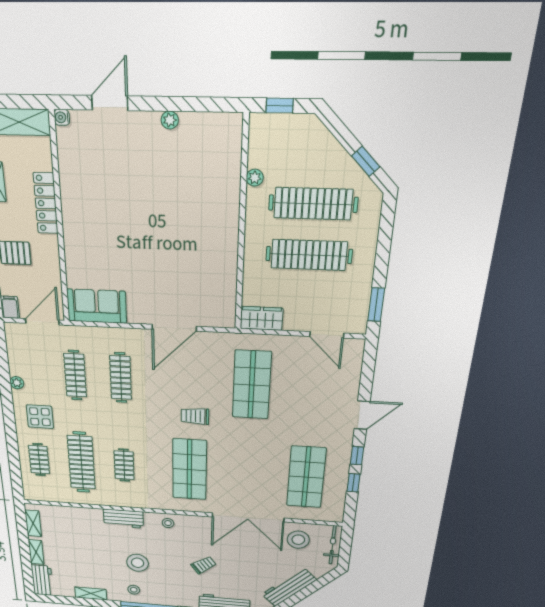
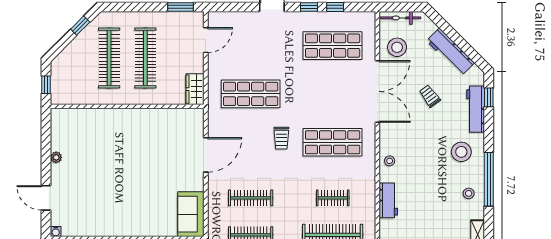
plant: (255, 178) -> (93, 99), removed
door: (174, 328) -> (206, 155), hinge flipped
stool: (138, 563) -> (461, 152), moved
trolley: (204, 565) -> (430, 96), moved

